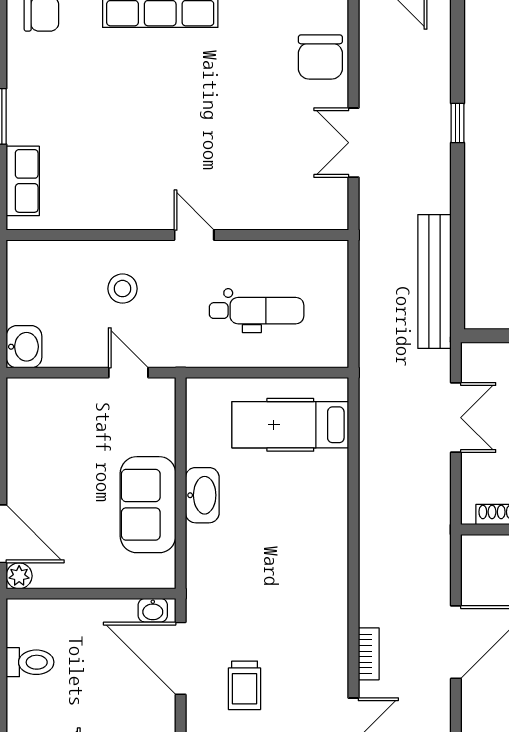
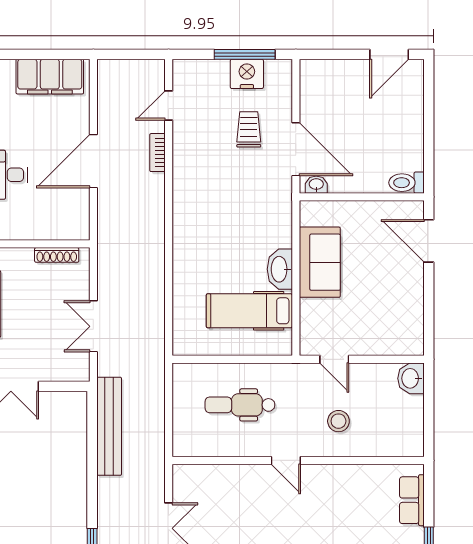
hospital bed: (290, 425) -> (249, 311), moved, turned 180
plant: (19, 576) -> (415, 210), removed
toilet: (30, 662) -> (406, 183), moved

